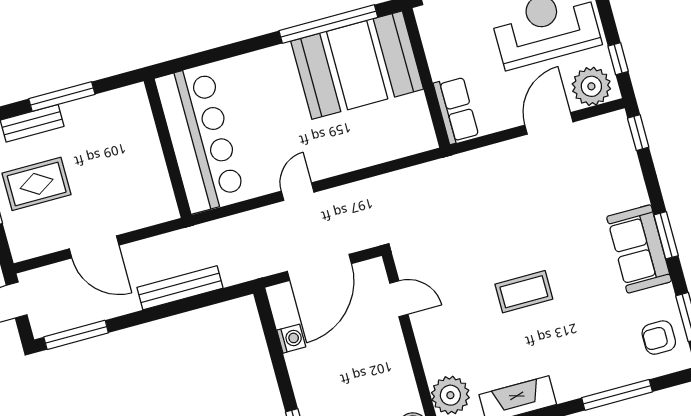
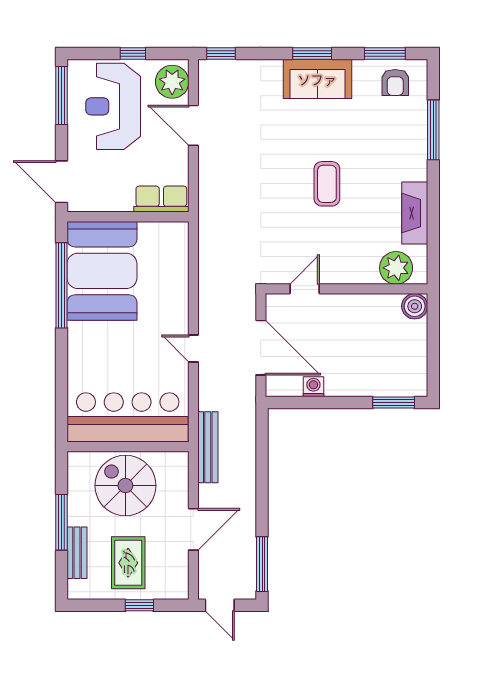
window: (618, 59) -> (133, 53), moved
spiral stairs: (123, 157) -> (125, 486), added
bench: (180, 288) -> (208, 447), moved

